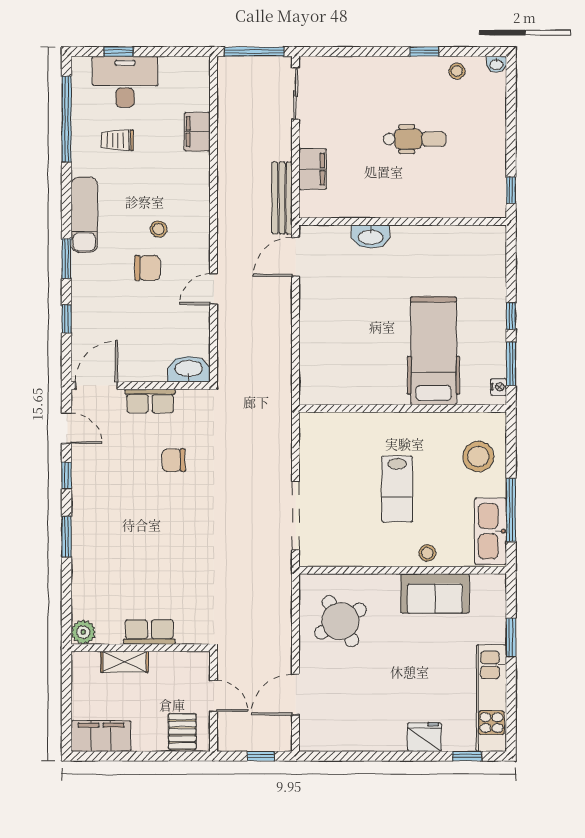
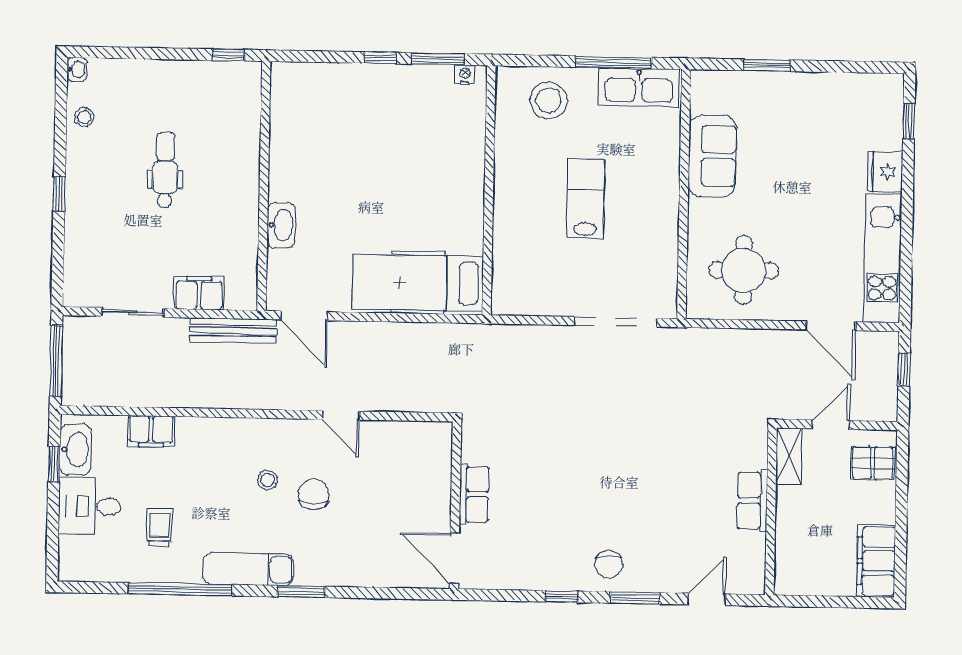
window: (118, 52) -> (54, 464), moved
window: (424, 52) -> (59, 194), moved
desk: (125, 82) -> (90, 506), width x0.73
sliding door: (296, 94) -> (133, 312), moved
window: (66, 119) -> (180, 589), moved
trolley: (117, 140) -> (160, 528), turned 180
window: (66, 319) -> (374, 593), removed
hospital bed: (433, 351) -> (418, 283), moved
washbasin: (189, 369) -> (76, 450), moved, turned 180
door: (66, 428) -> (707, 599), moved
chair: (174, 460) -> (609, 564), moved
lab bench: (397, 489) -> (586, 199), turned -90
stool: (427, 553) -> (663, 164), removed
round table: (340, 621) -> (743, 270), turned 31
plant: (83, 632) -> (751, 580), removed
shelving: (124, 662) -> (789, 456), moved
kitchen unit: (491, 698) -> (883, 258), moved, turned 90

